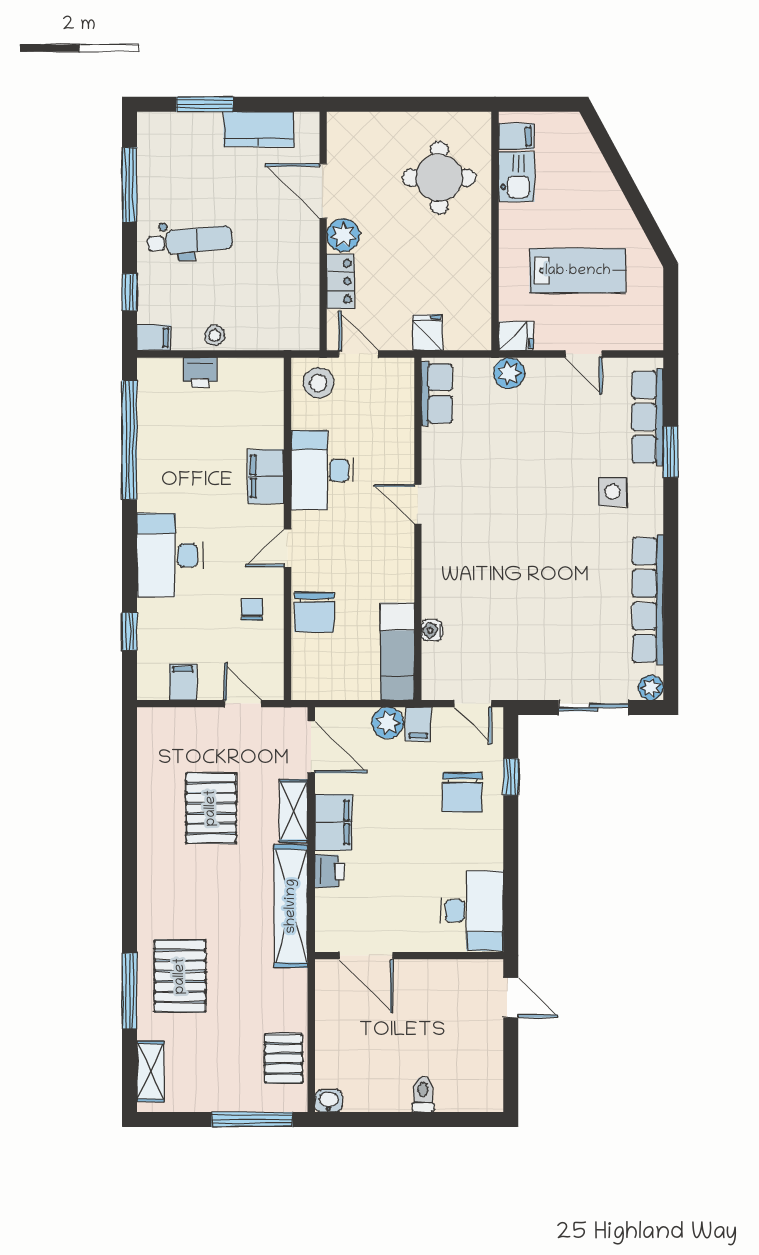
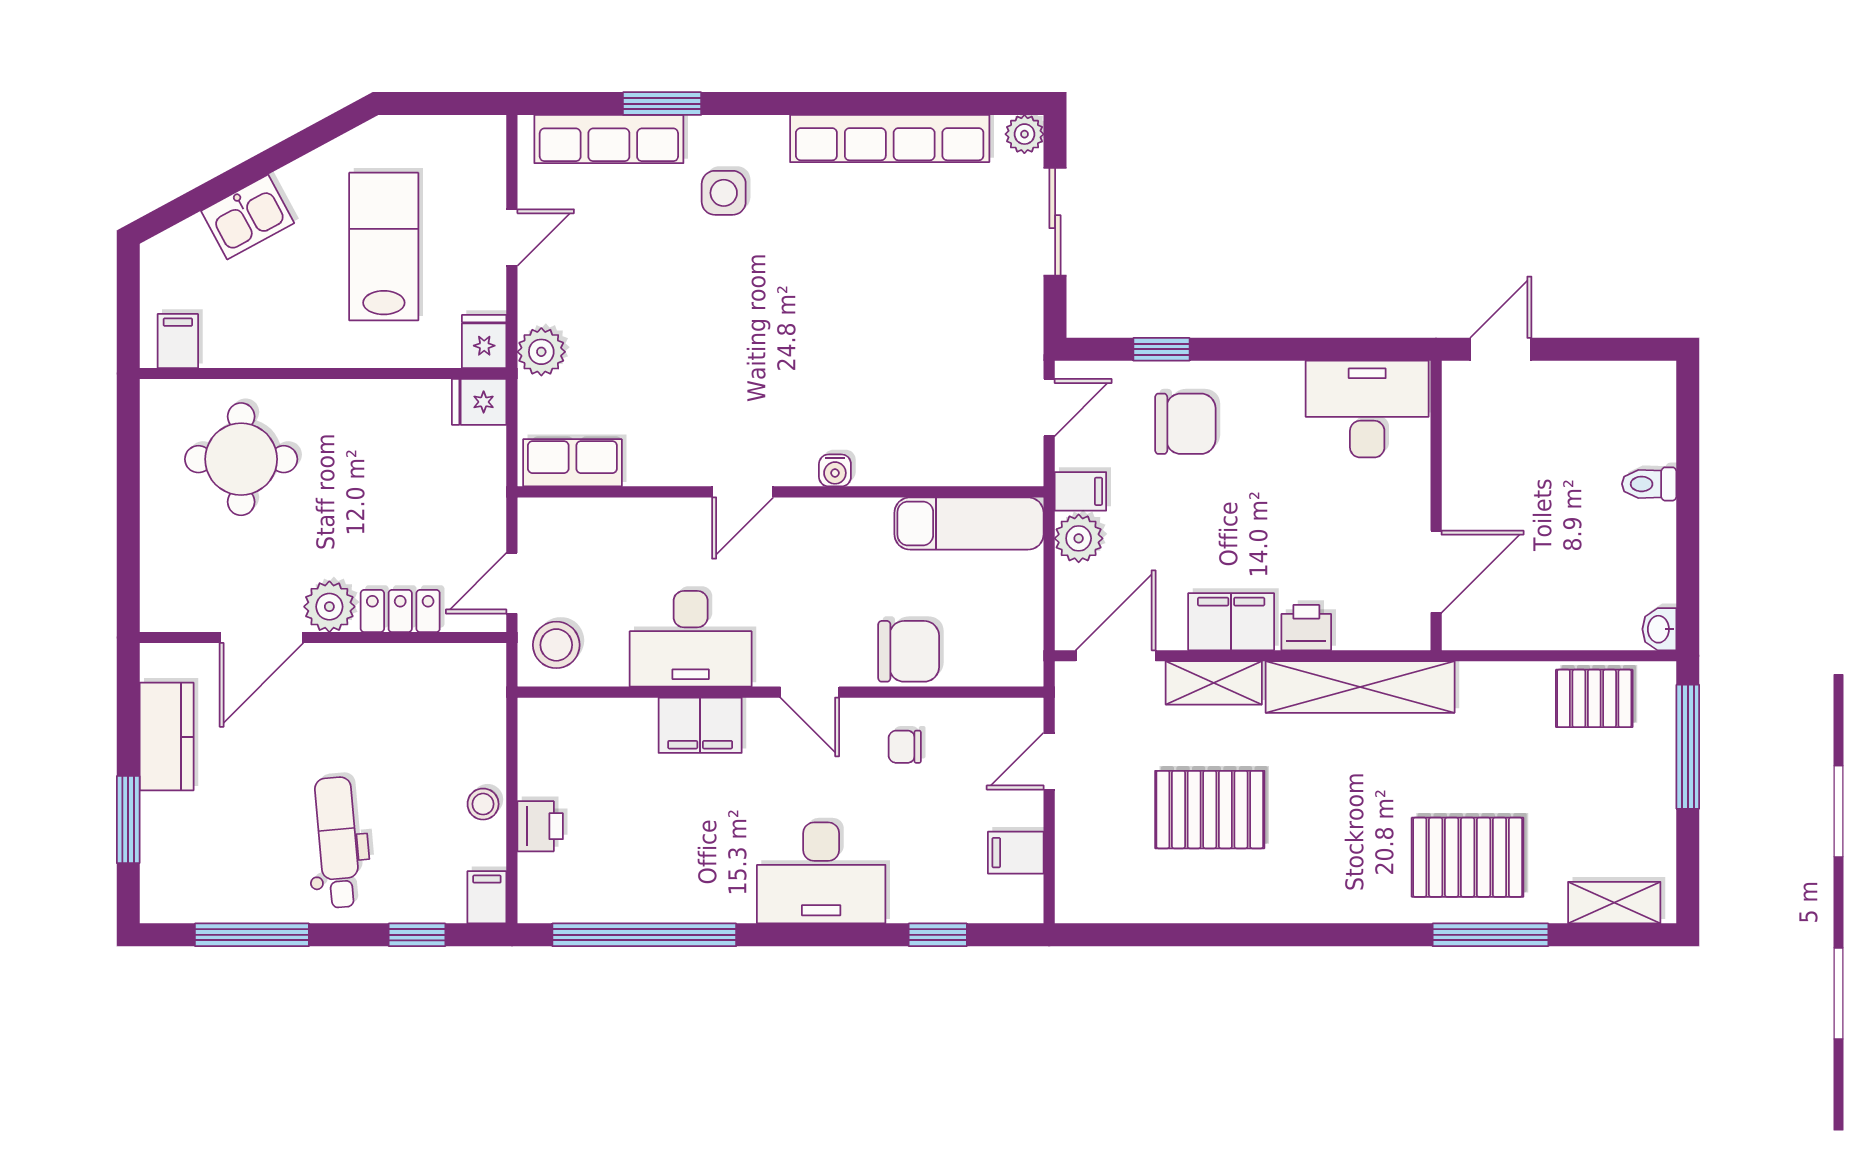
kitchen sink: (517, 177) -> (248, 217), moved, turned 152
fridge: (428, 333) -> (479, 402), moved
water cooler: (432, 630) -> (835, 470), moved

